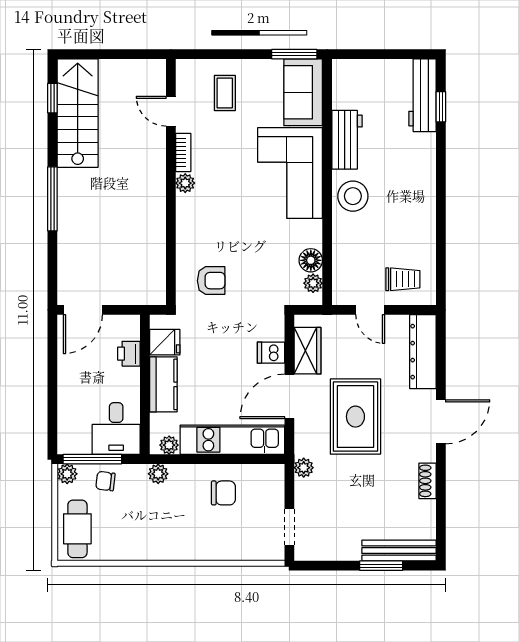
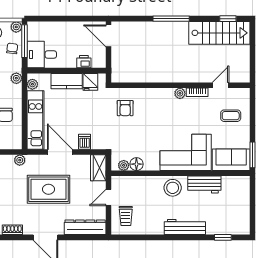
workbench: (422, 95) -> (185, 227), moved
wardrobe: (308, 351) -> (98, 168), moved, turned 90

